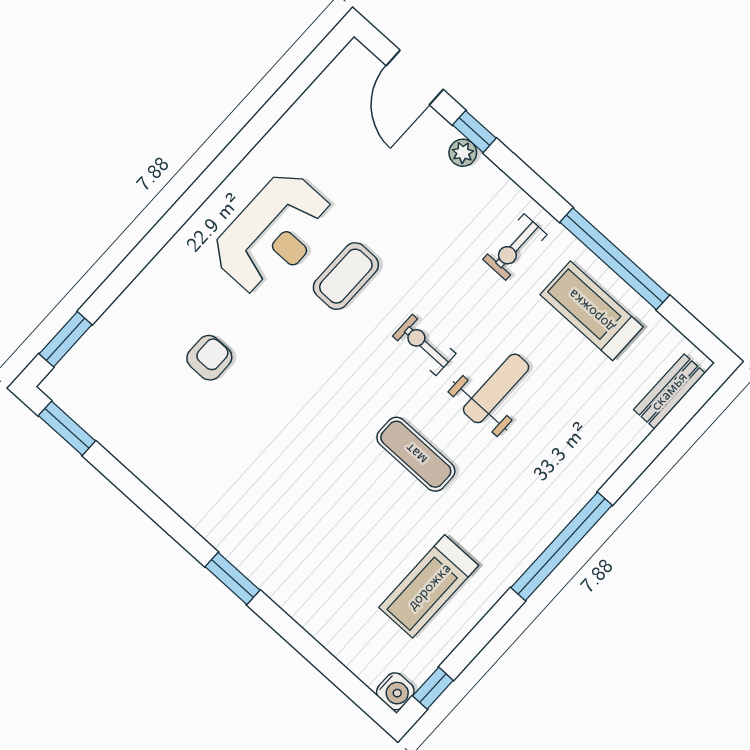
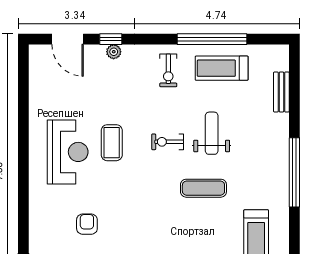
bench: (669, 391) -> (281, 92), moved

